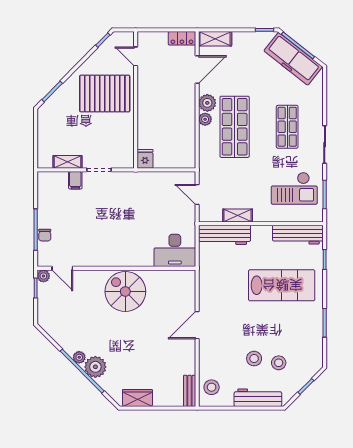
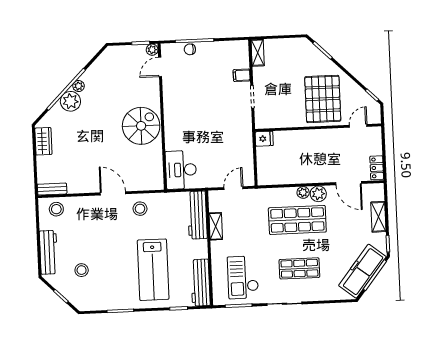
shelving: (215, 39) -> (378, 217), moved
shelving: (67, 162) -> (258, 53), moved
stool: (254, 359) -> (140, 209), moved

